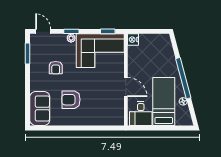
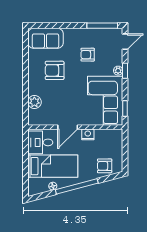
nightstand: (133, 40) -> (88, 134), moved
armchair: (163, 51) -> (105, 166), added
window: (28, 54) -> (102, 26), width x1.44
armchair: (71, 100) -> (55, 70), turned -90
plant: (102, 119) -> (34, 102), added

